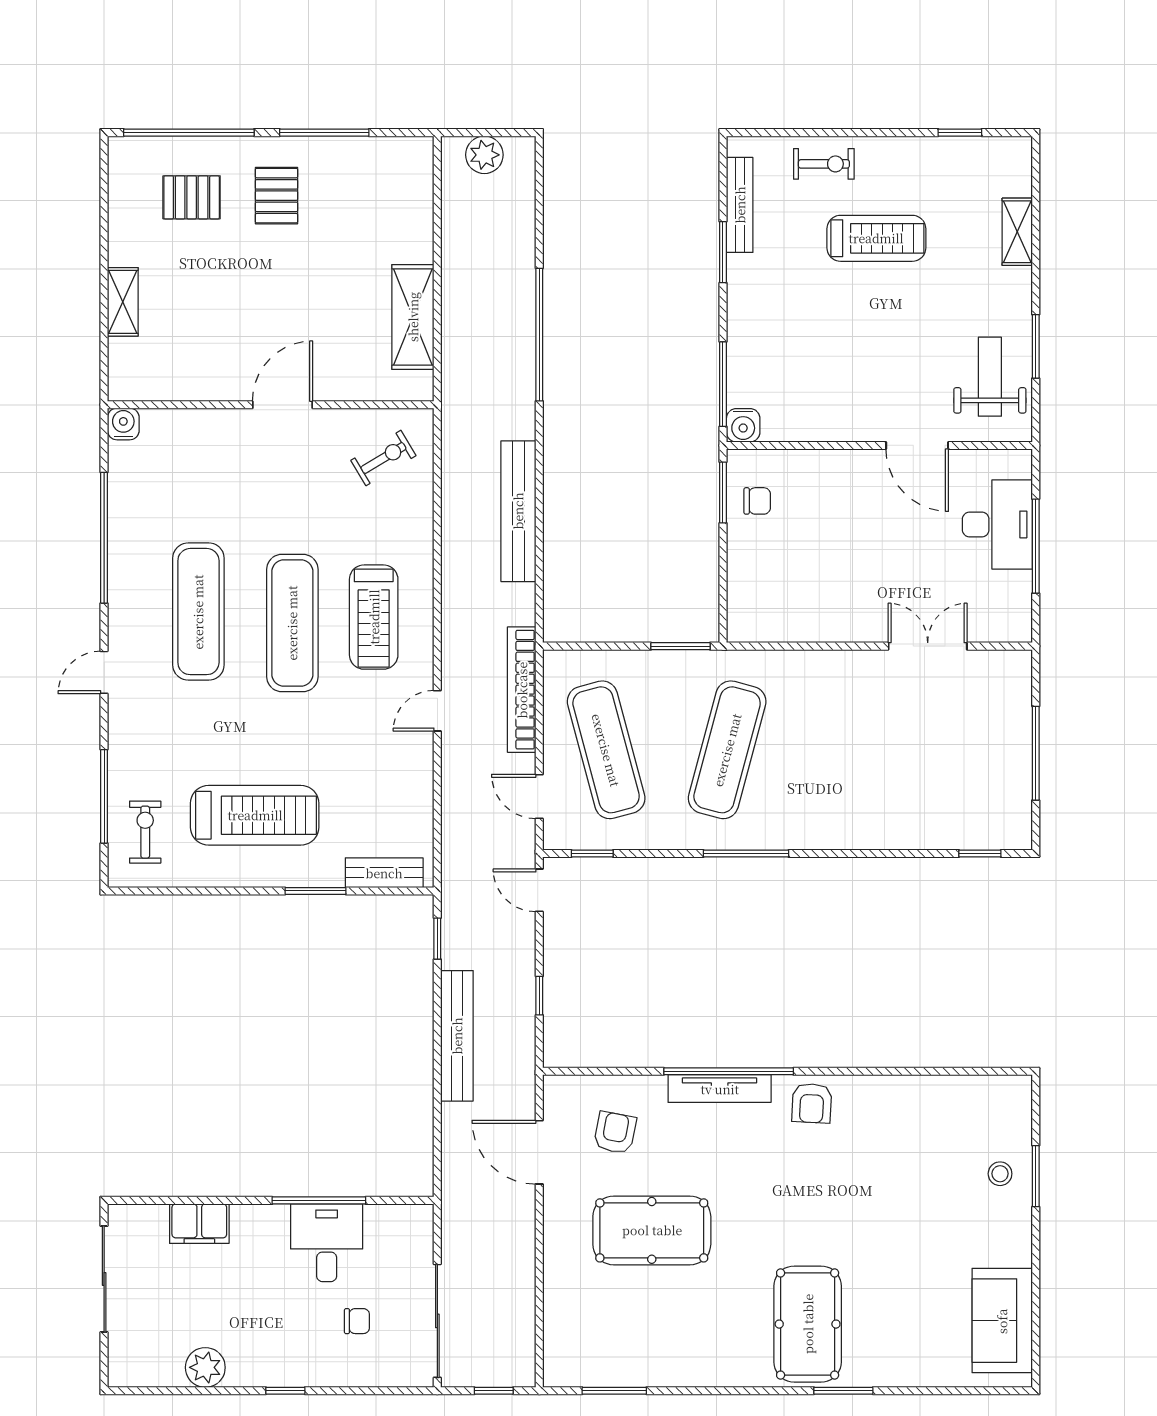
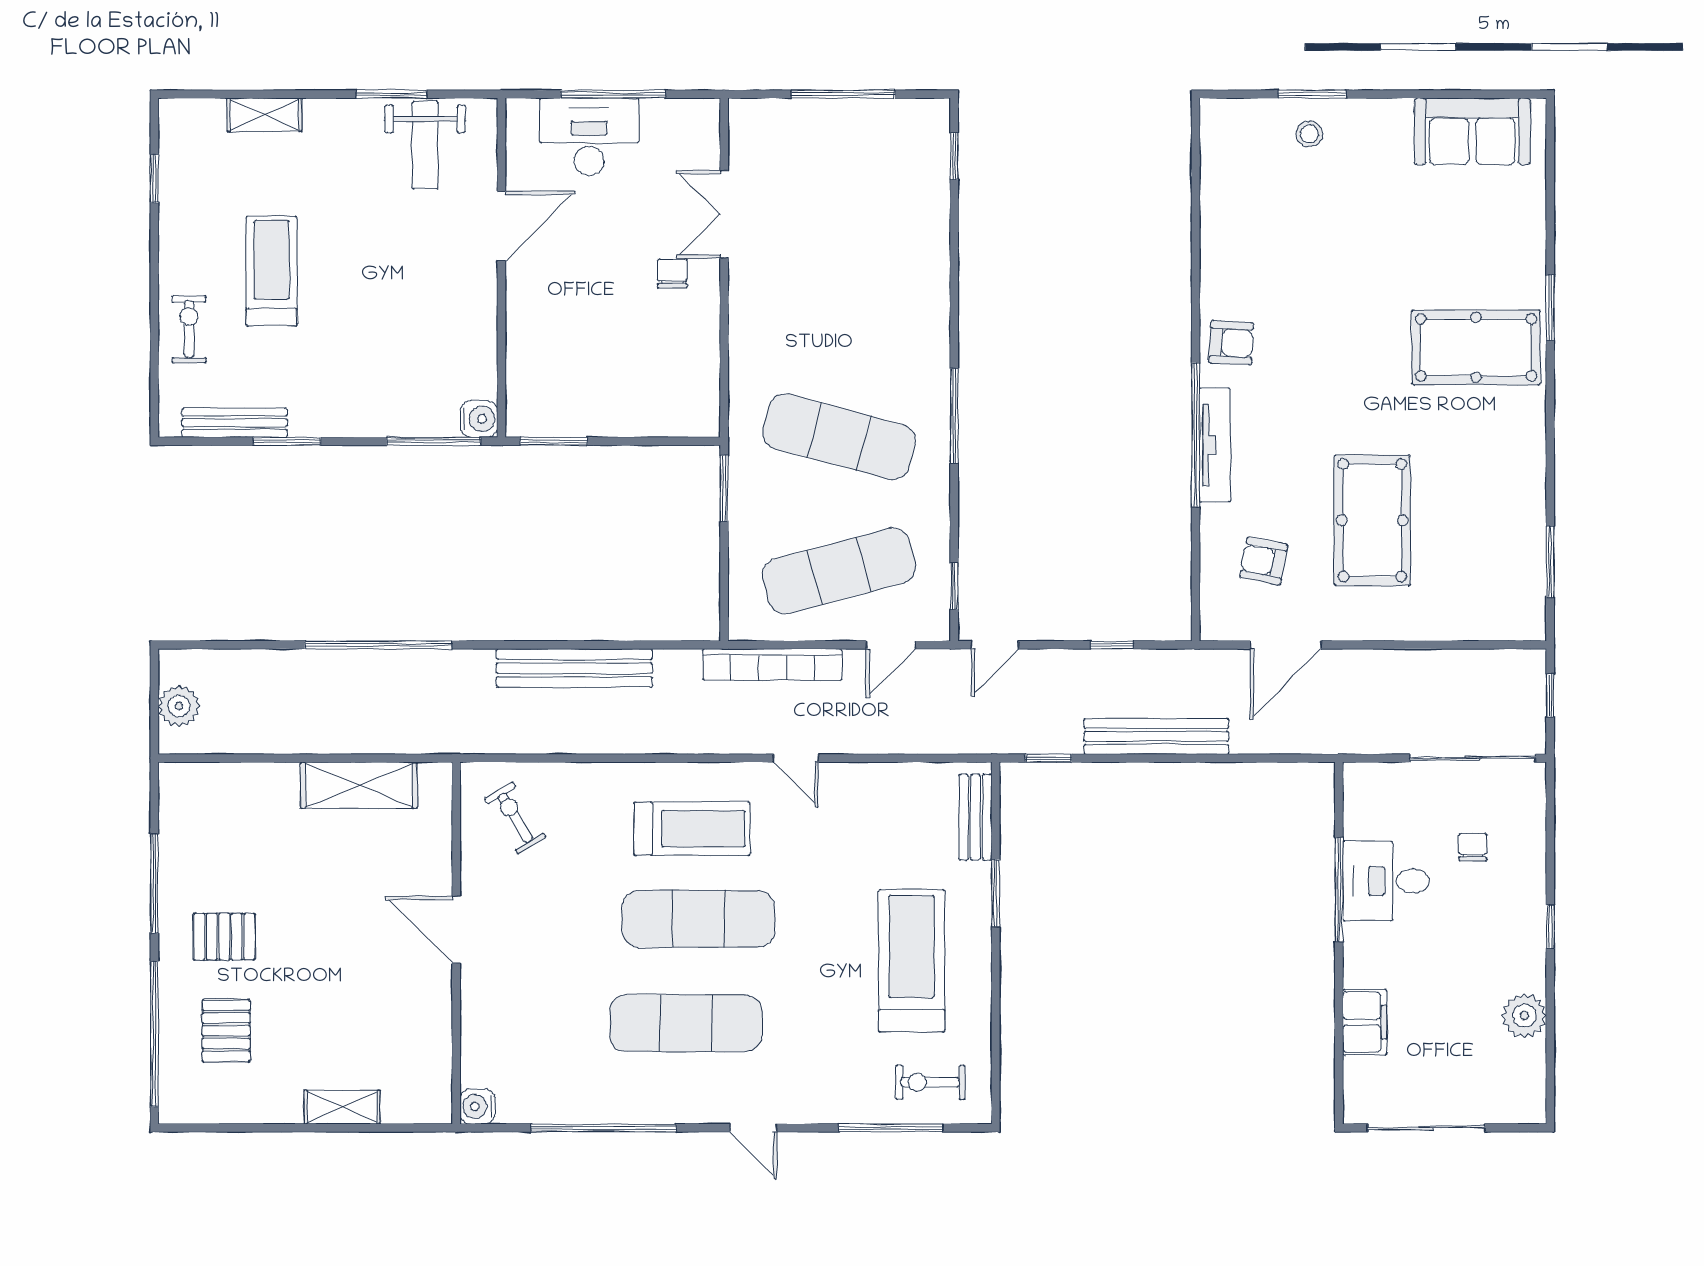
weight bench: (990, 377) -> (425, 145), turned -90
chair: (757, 501) -> (672, 273), moved

